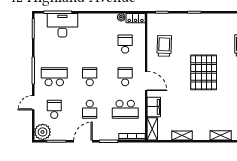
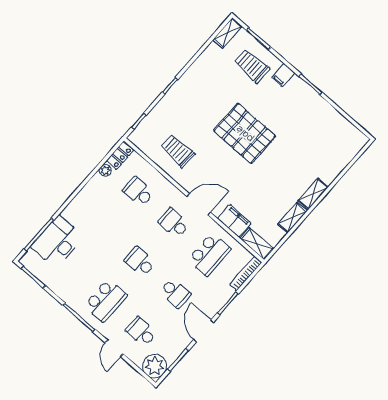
school desk: (54, 77) -> (106, 300), turned 180
shelving: (221, 135) -> (313, 194), moved

